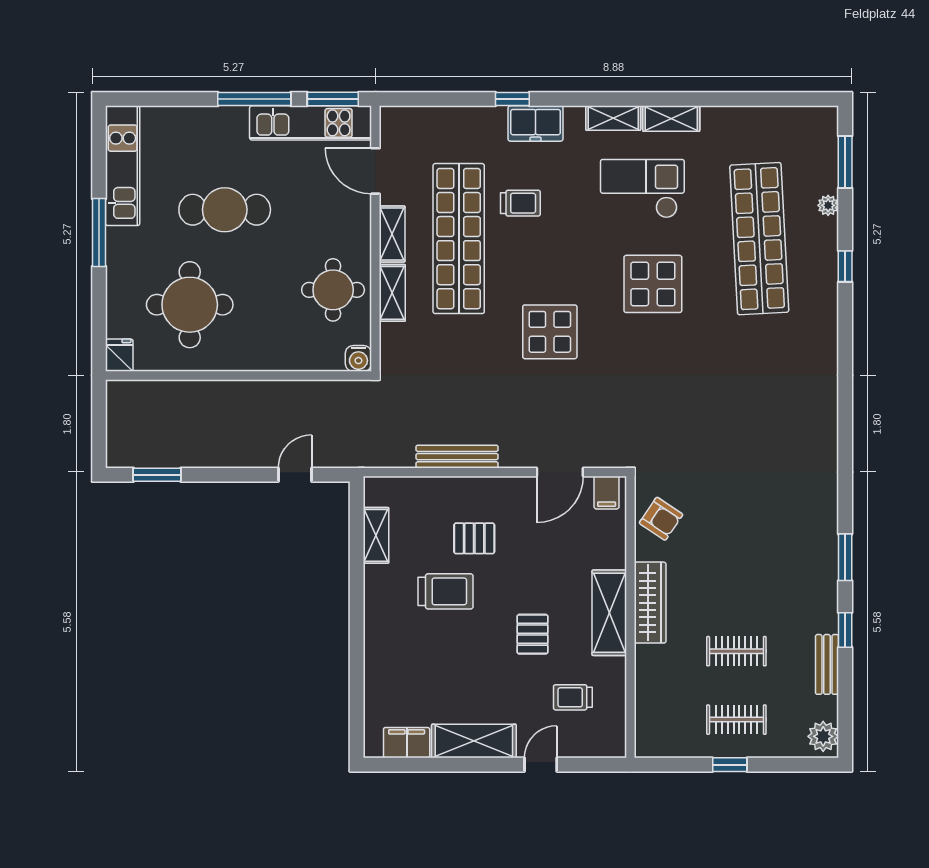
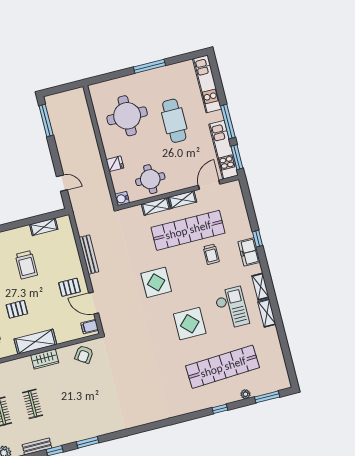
kitchen unit: (123, 166) -> (207, 84), moved, turned 90
fridge: (119, 355) -> (115, 164), moved
window: (157, 475) -> (46, 120), width x1.44
pallet: (474, 538) -> (70, 287), moved, turned 90
wardrobe: (650, 603) -> (45, 359), width x0.67

